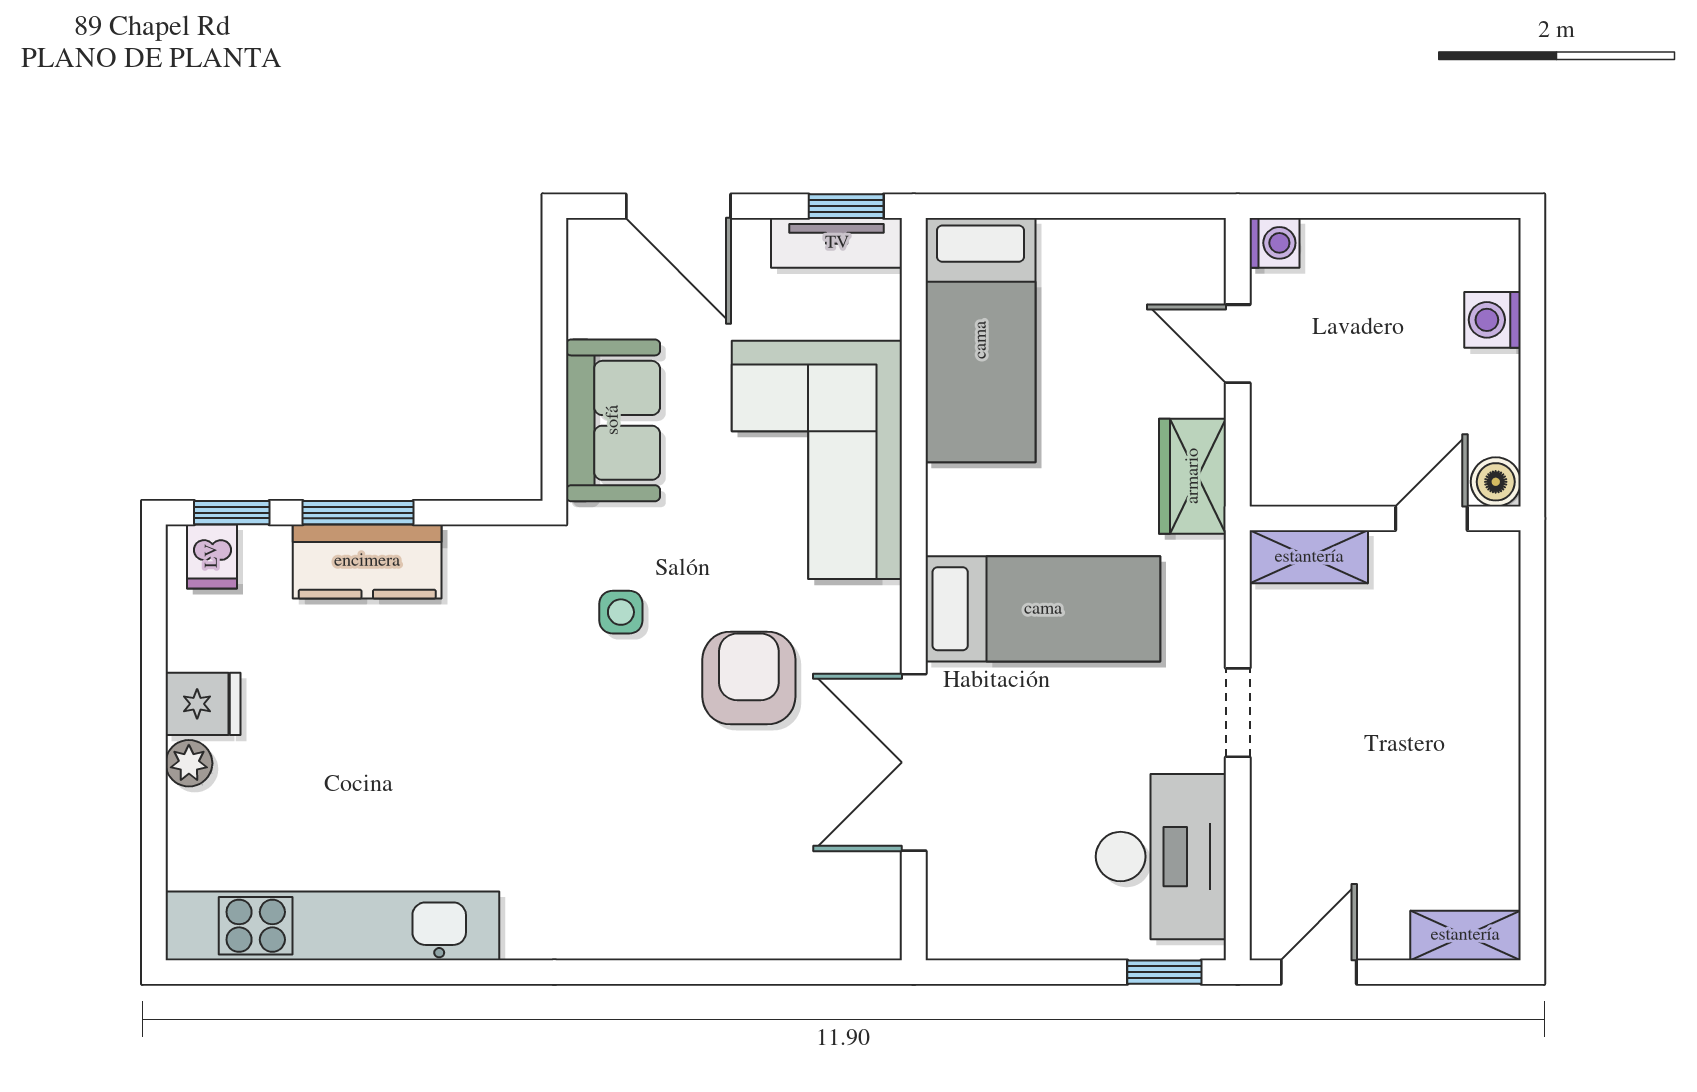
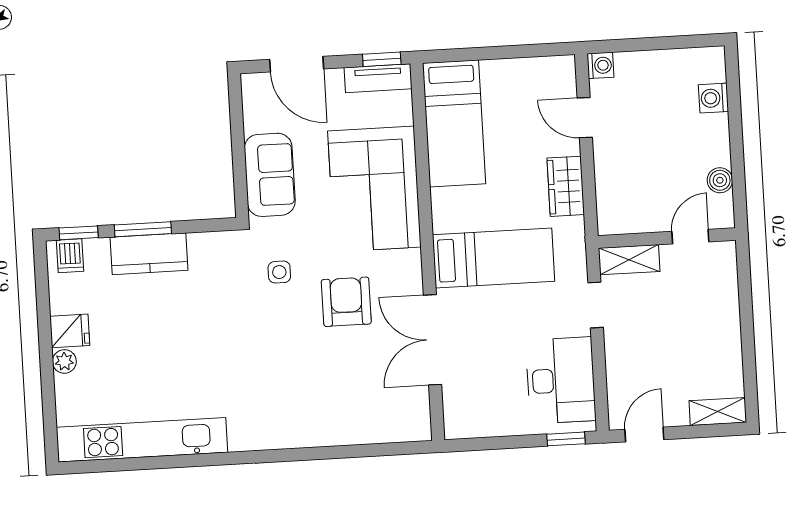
wall: (1385, 518) -> (667, 238), moved
door: (1431, 518) -> (690, 237), moved
shelving: (1309, 557) -> (629, 260), moved

